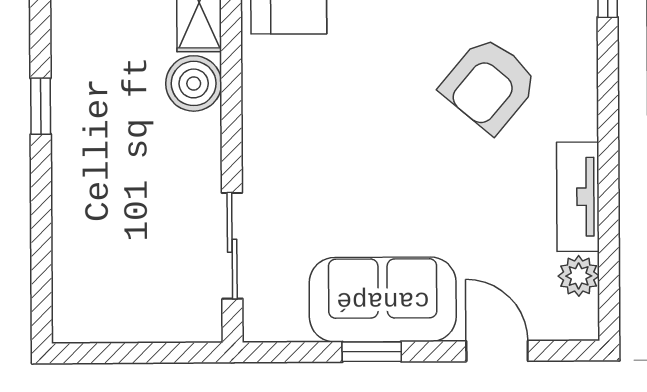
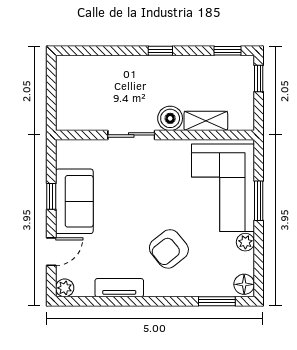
armchair: (489, 85) -> (169, 249), turned -79
sliding door: (232, 246) -> (131, 135), moved
plant: (579, 276) -> (65, 288), moved

